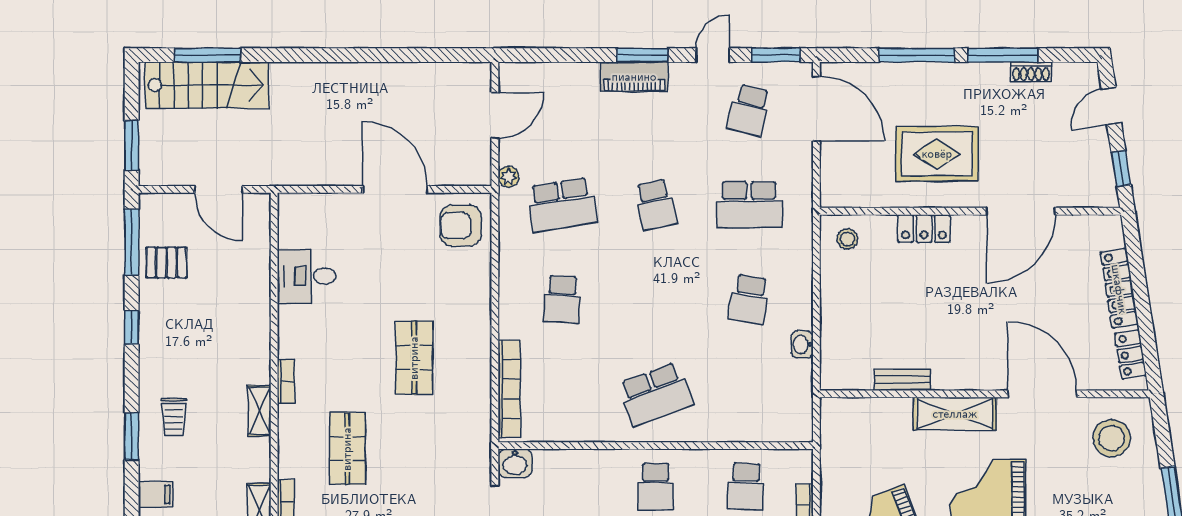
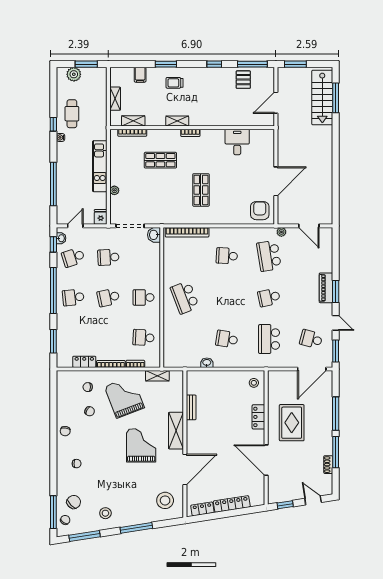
shop shelf: (414, 358) -> (201, 190), turned 90
shelving: (832, 456) -> (157, 376), added

